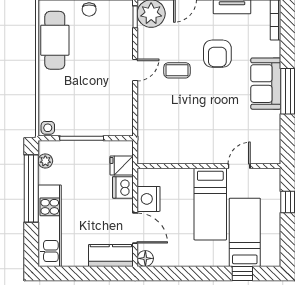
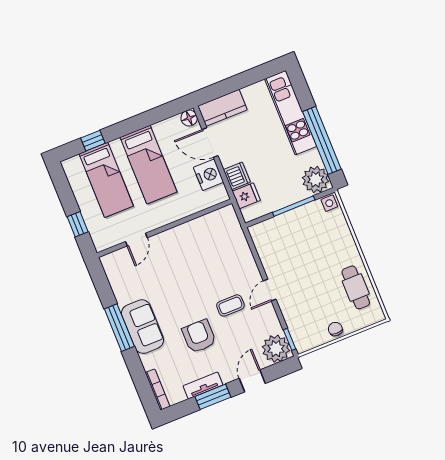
cafe table: (55, 40) -> (356, 287), width x0.73, depth x0.74
plant: (45, 161) -> (316, 179), width x1.88, depth x1.88
bed: (210, 204) -> (148, 165), moved, turned 180

